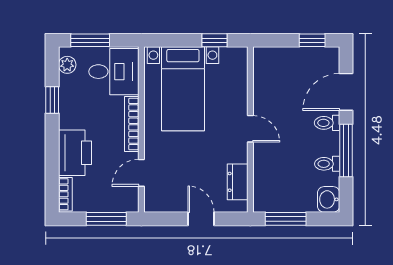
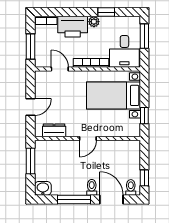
plant: (67, 65) -> (94, 22), moved
toilet: (327, 164) -> (131, 187), moved

